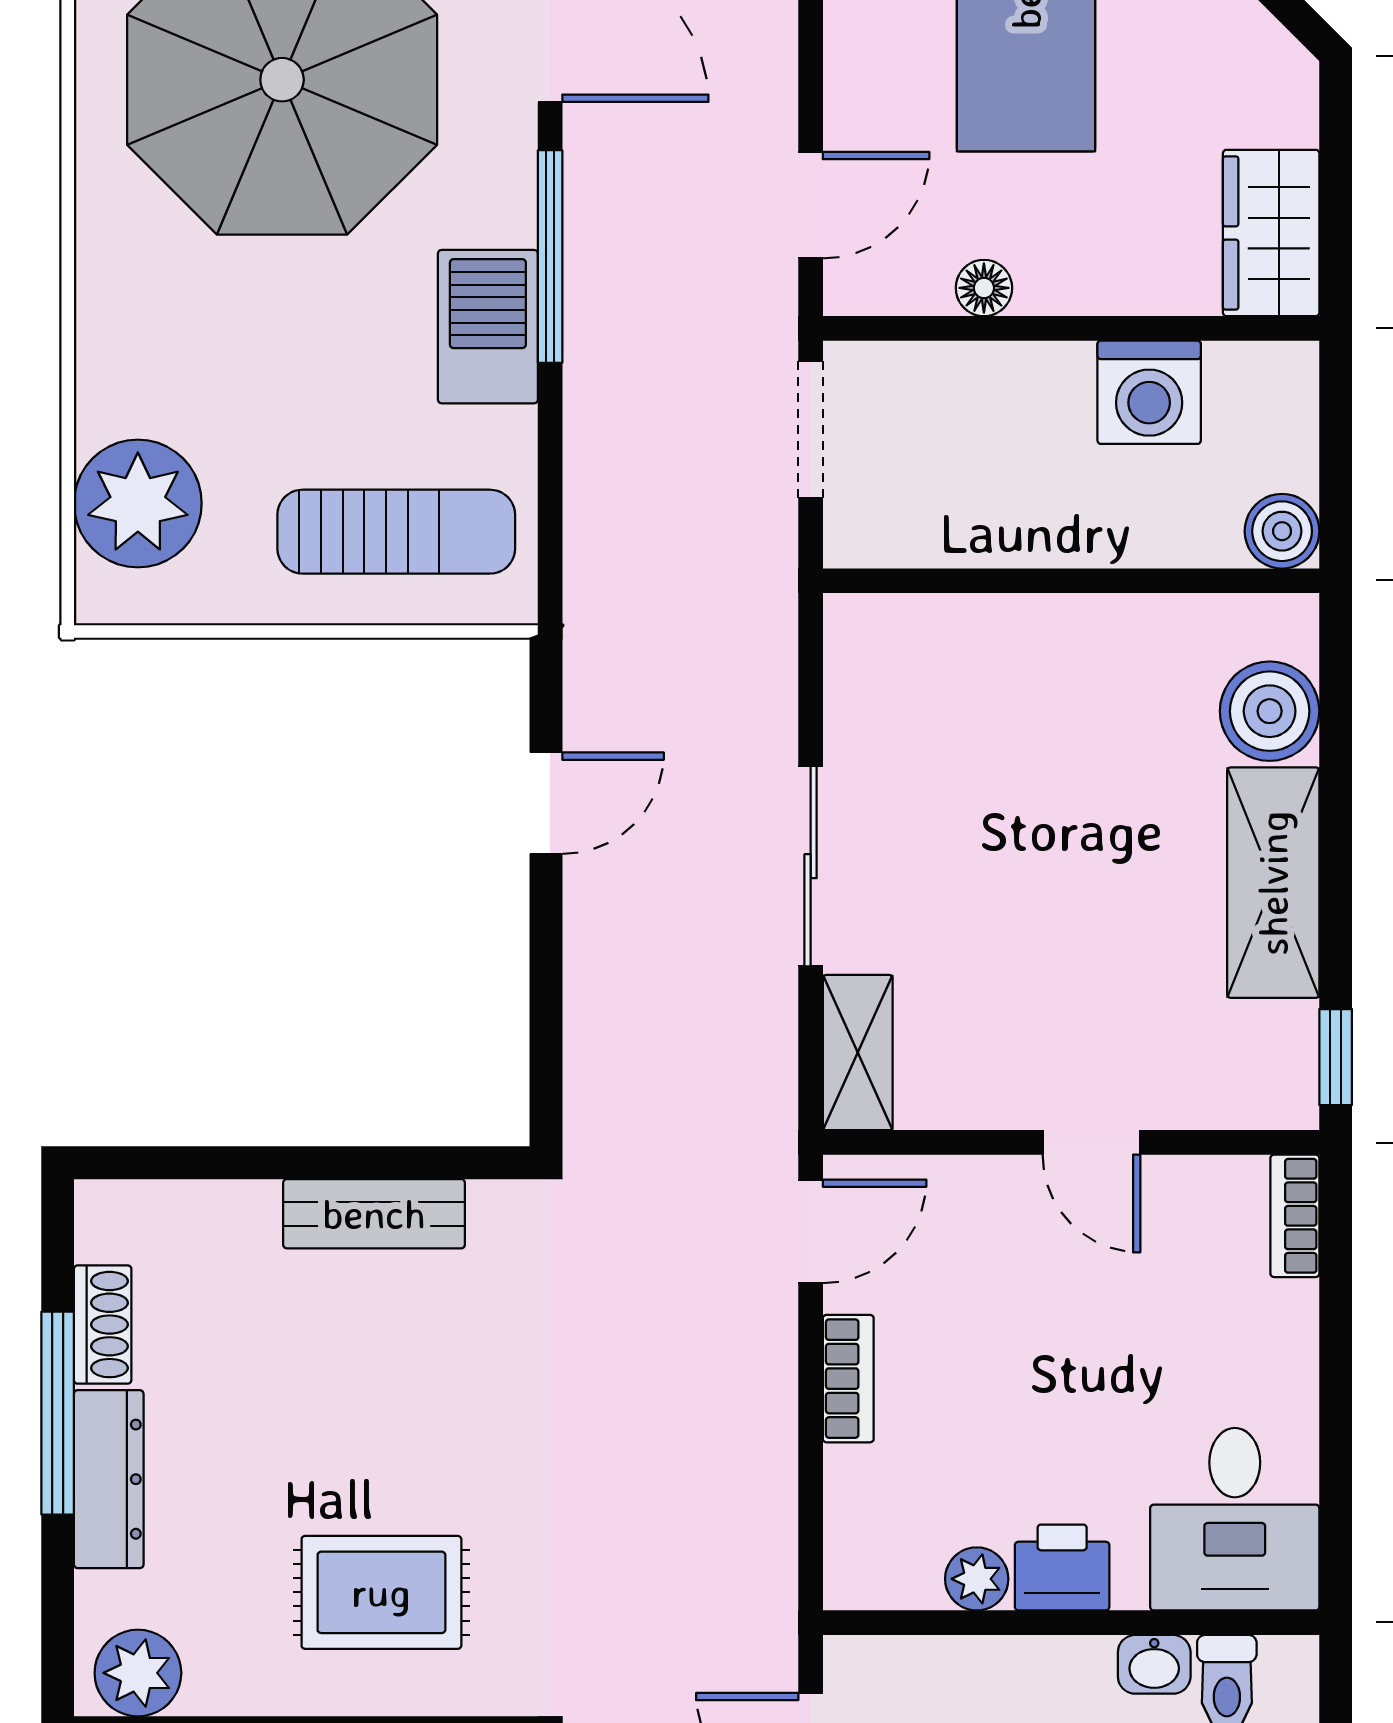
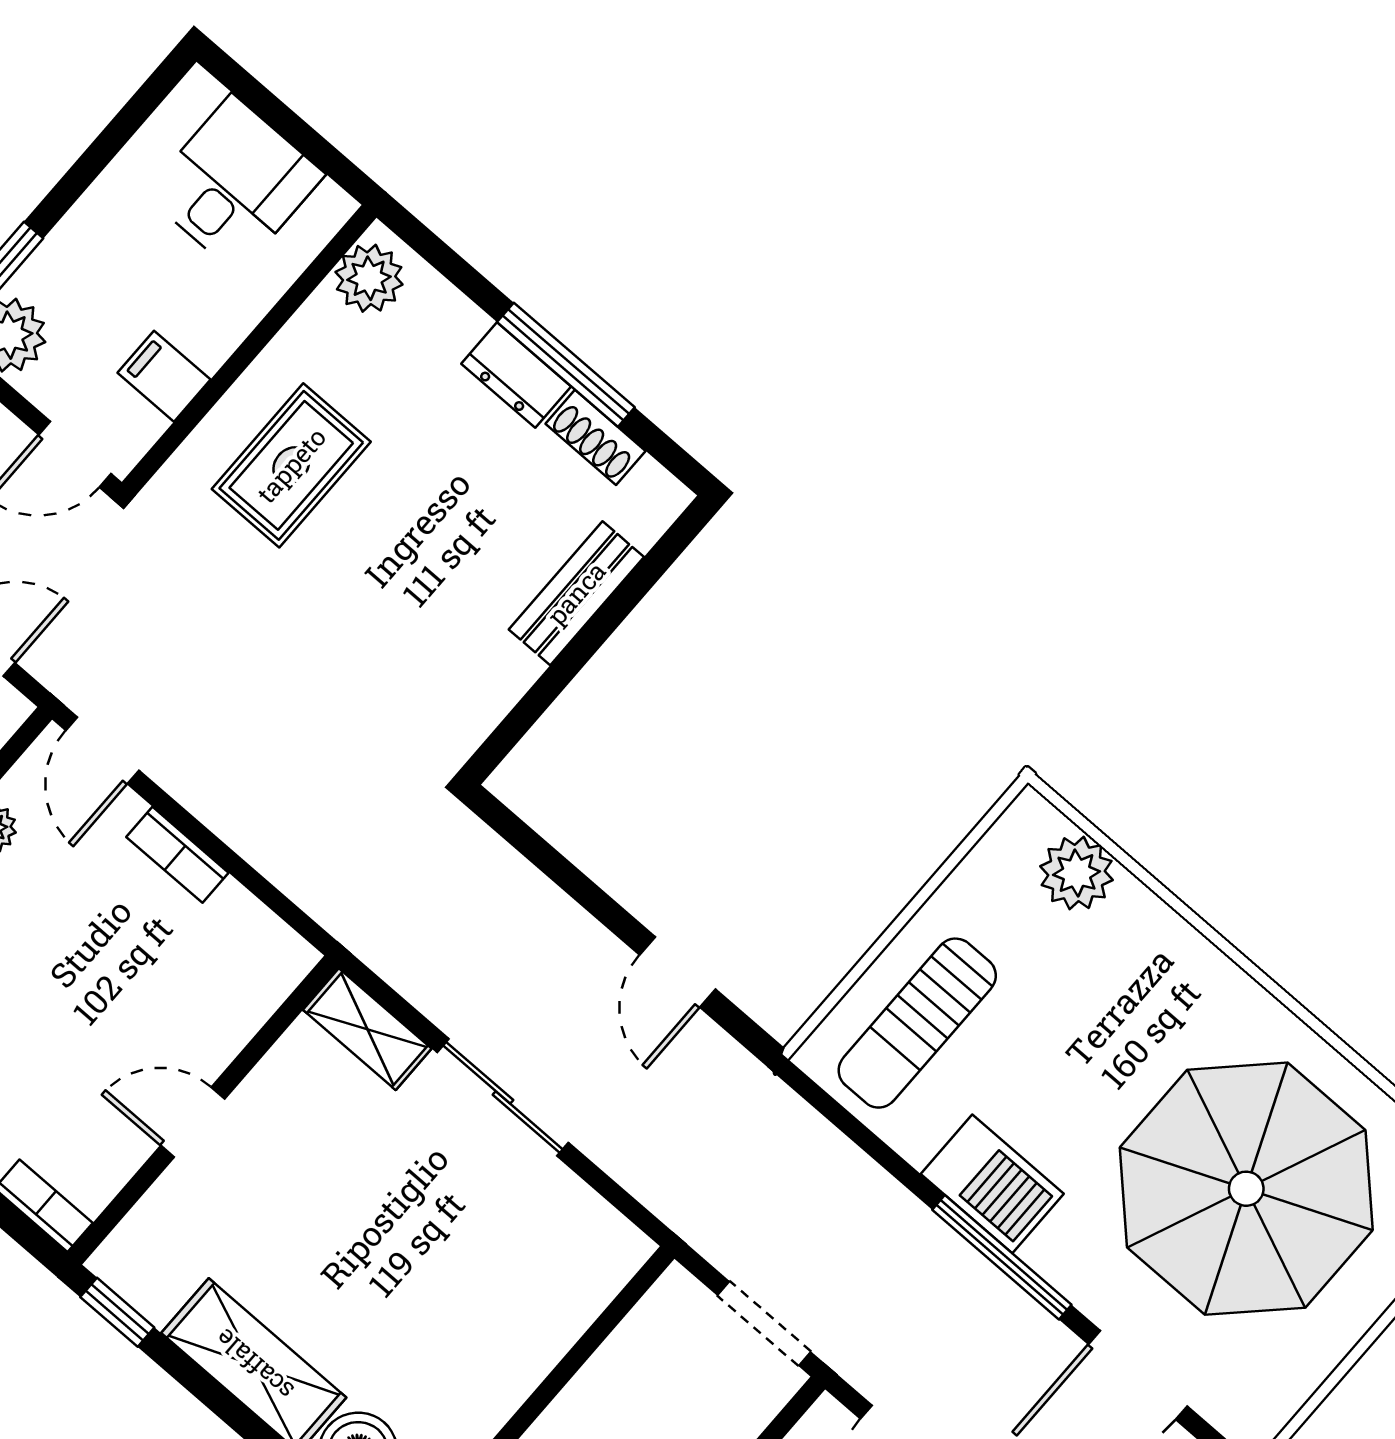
plant: (138, 503) -> (1077, 873), width x0.73, depth x0.73
bench: (374, 1214) -> (576, 593), moved
door: (811, 1231) -> (102, 750), moved
dresser: (109, 1479) -> (516, 375), width x0.70

